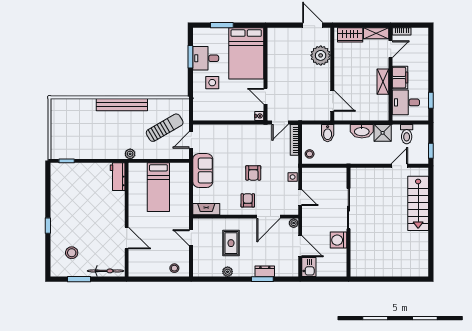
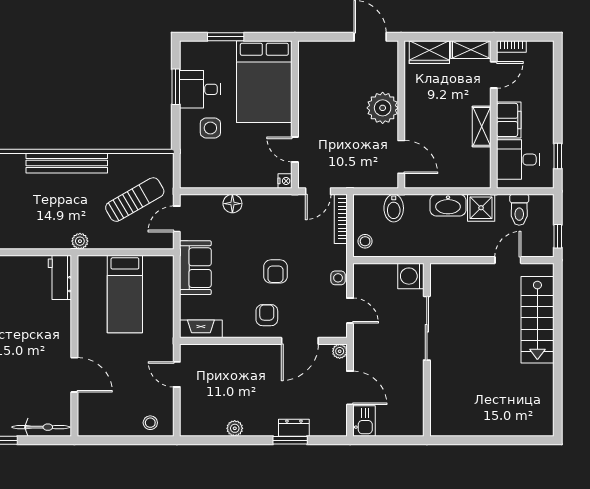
plant: (321, 55) -> (383, 108), moved
floor lamp: (226, 130) -> (232, 204), added
washing machine: (338, 240) -> (411, 276), moved
rug: (231, 243) -> (240, 383), removed

